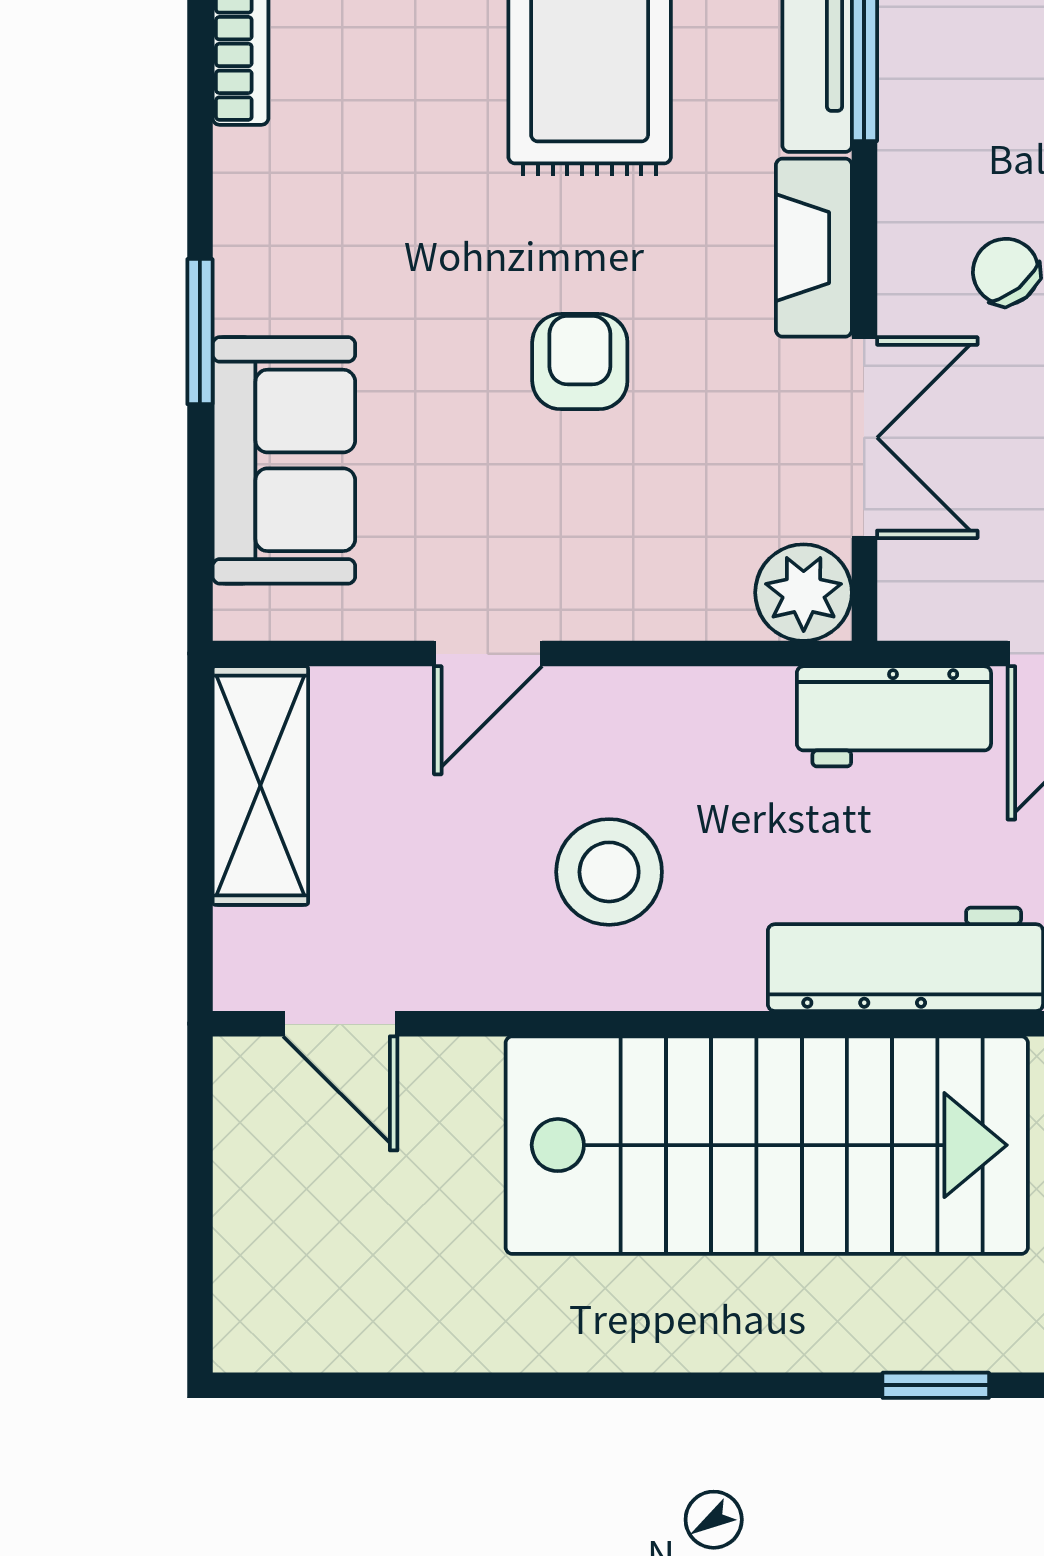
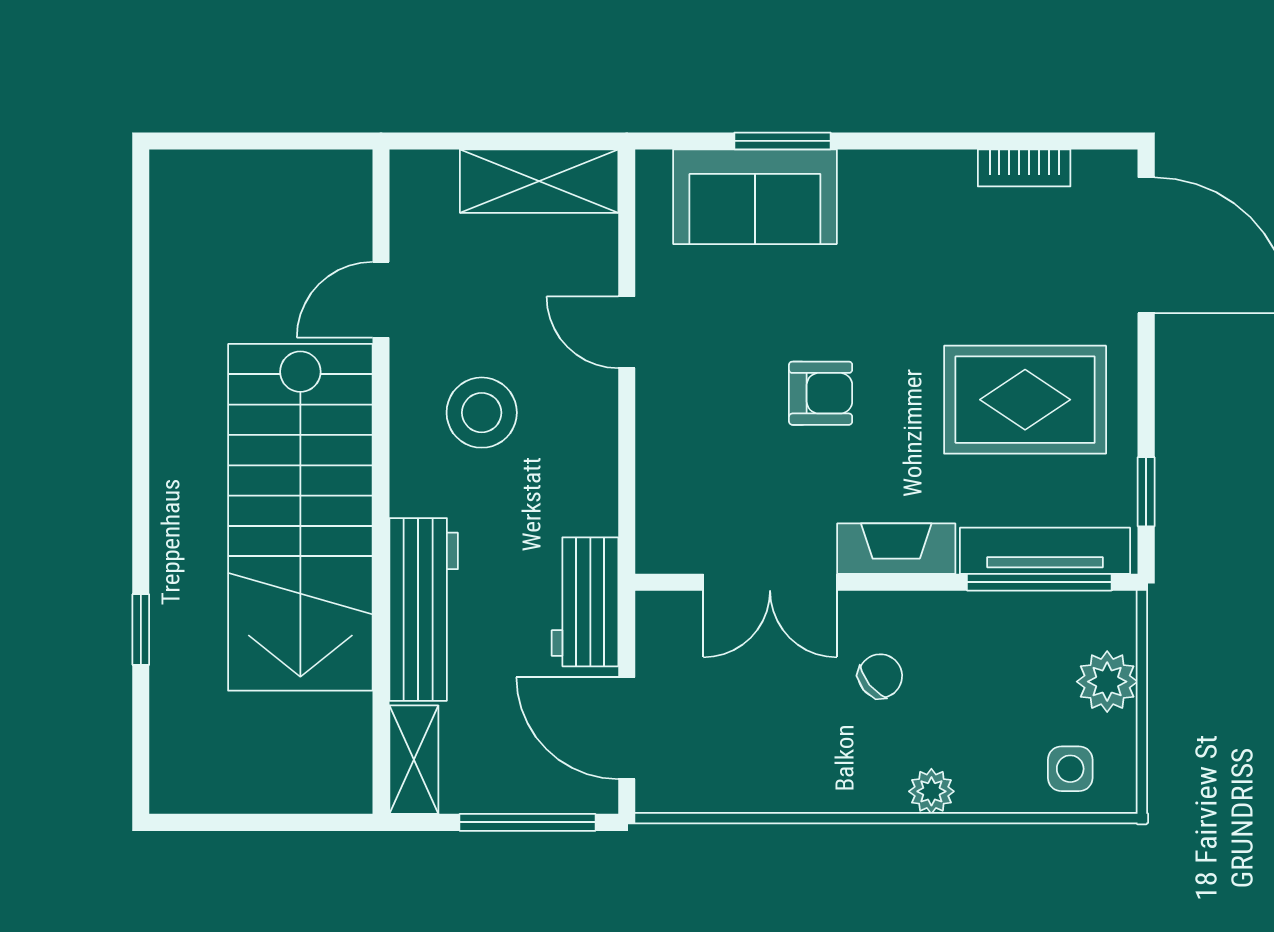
window: (200, 332) -> (782, 141), moved
plant: (804, 593) -> (667, 542), removed
door: (340, 1024) -> (381, 300), moved

